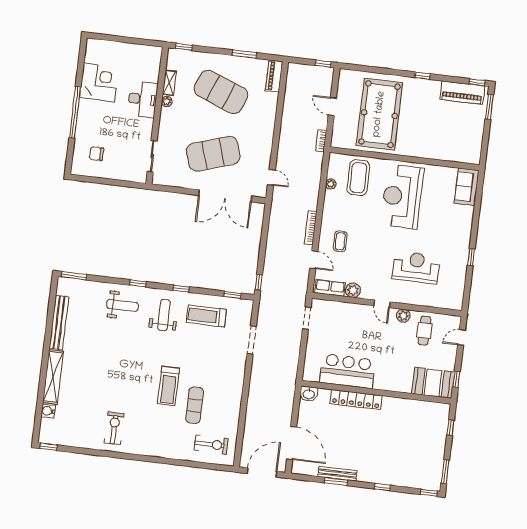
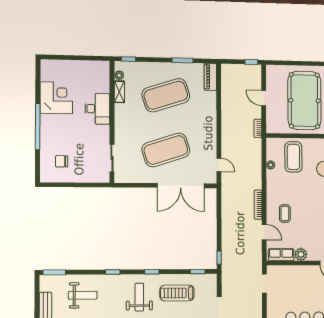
exercise mat: (221, 92) -> (166, 95), turned -39
plant: (167, 101) -> (119, 75), moved
weight bench: (122, 305) -> (83, 295), moved

